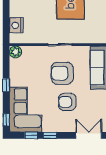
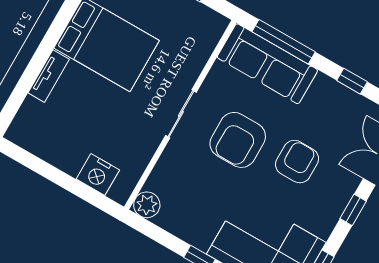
armchair: (67, 102) -> (297, 162), turned 180
window: (50, 135) -> (353, 210), moved

